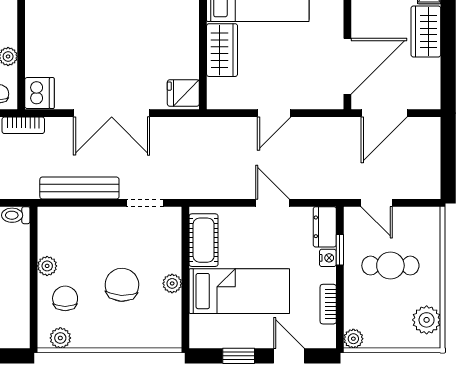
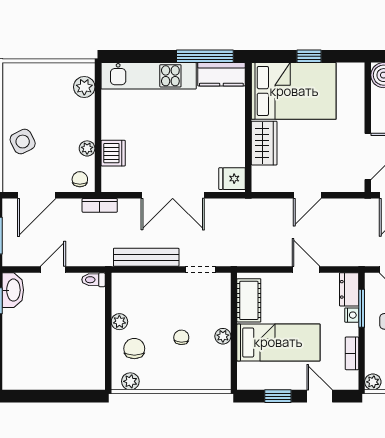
dishwasher: (39, 93) -> (113, 153), moved
window: (340, 250) -> (362, 308), width x1.50
chair: (122, 285) -> (181, 337), width x0.54, depth x0.54

